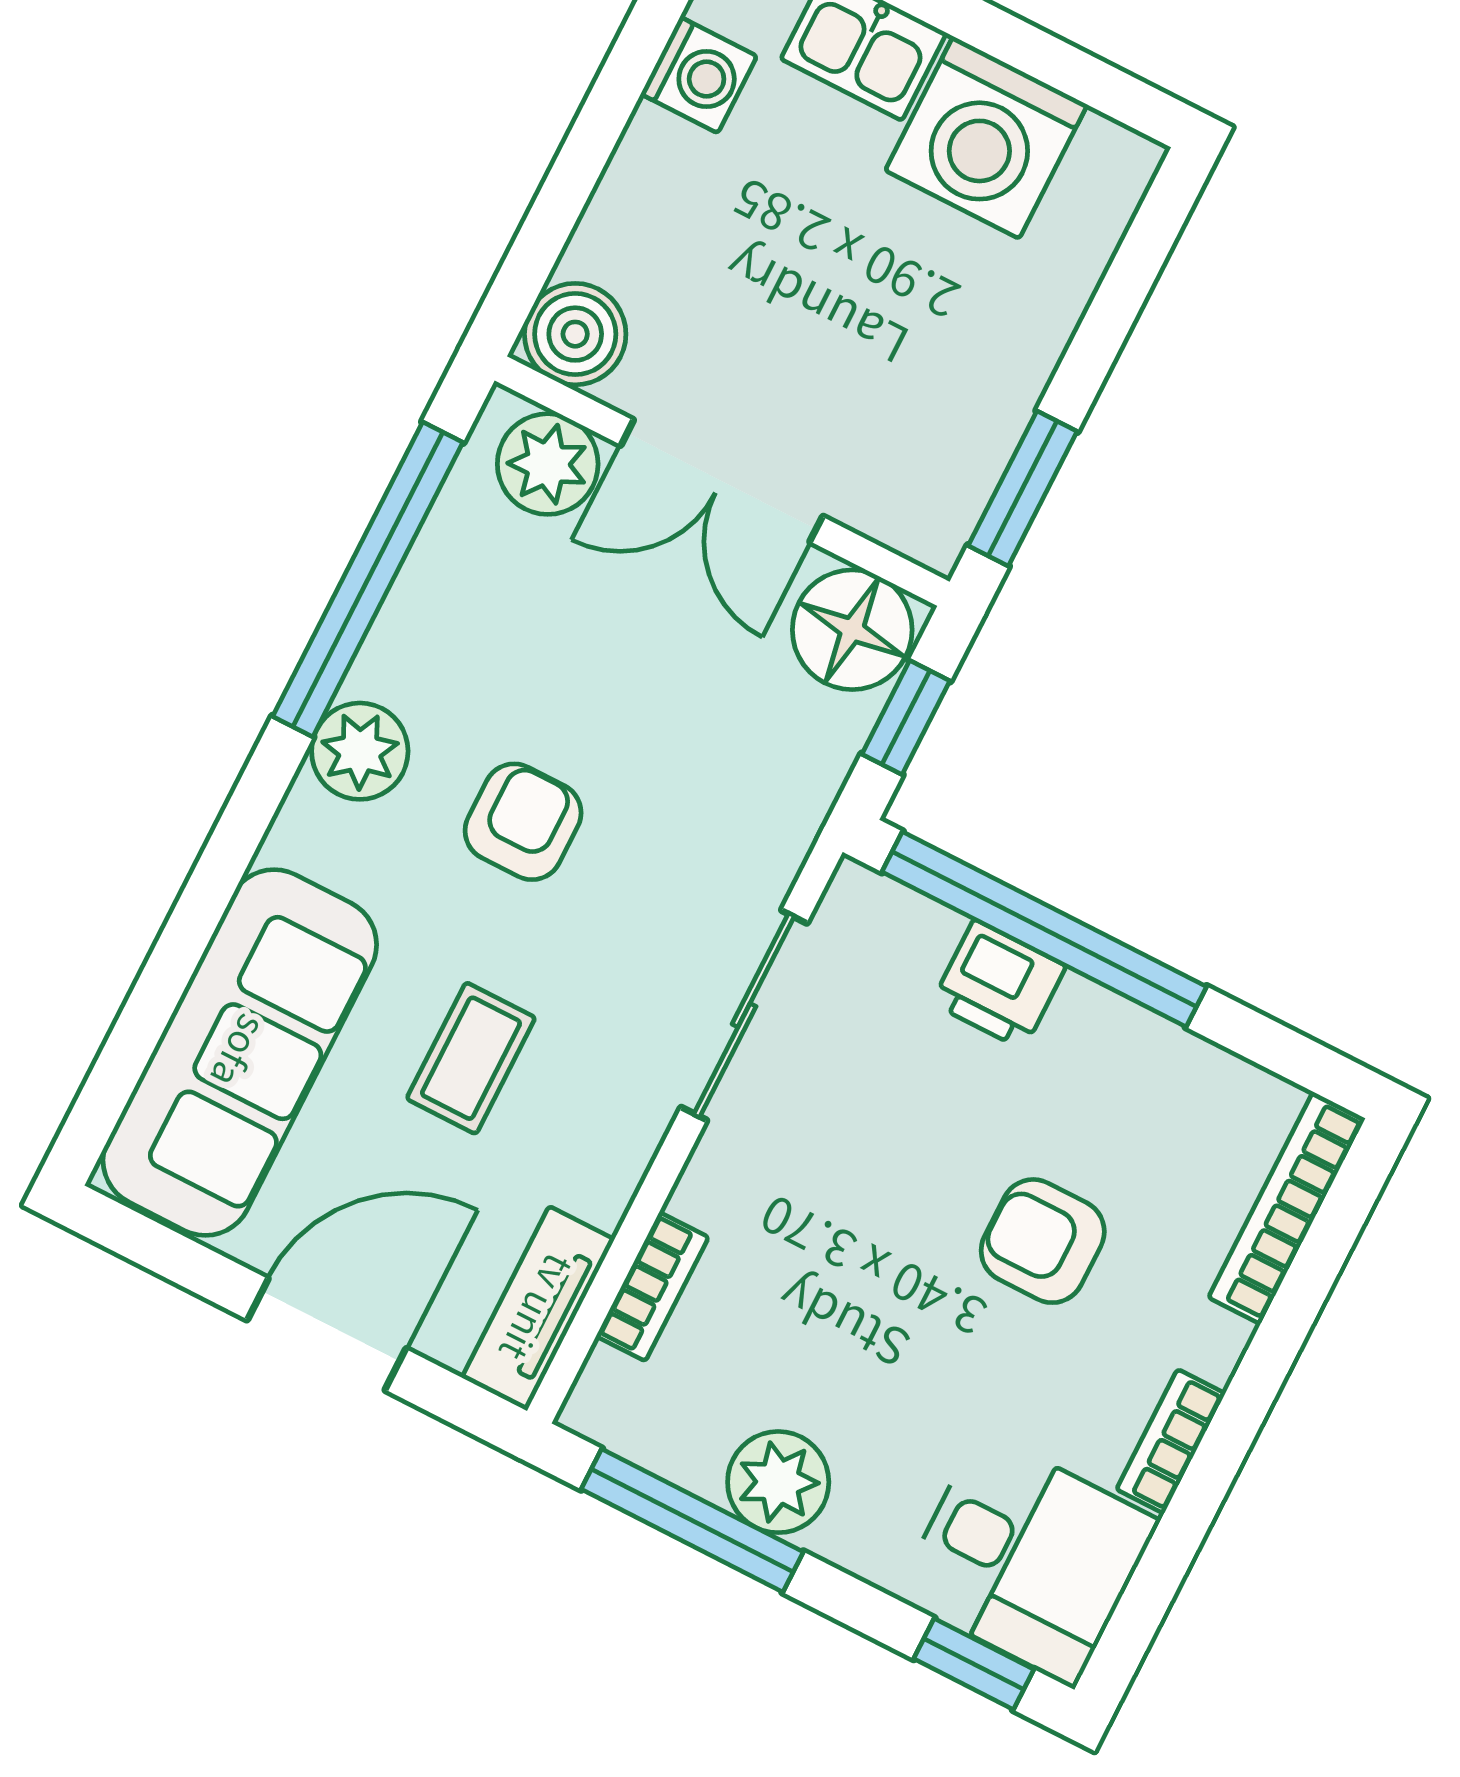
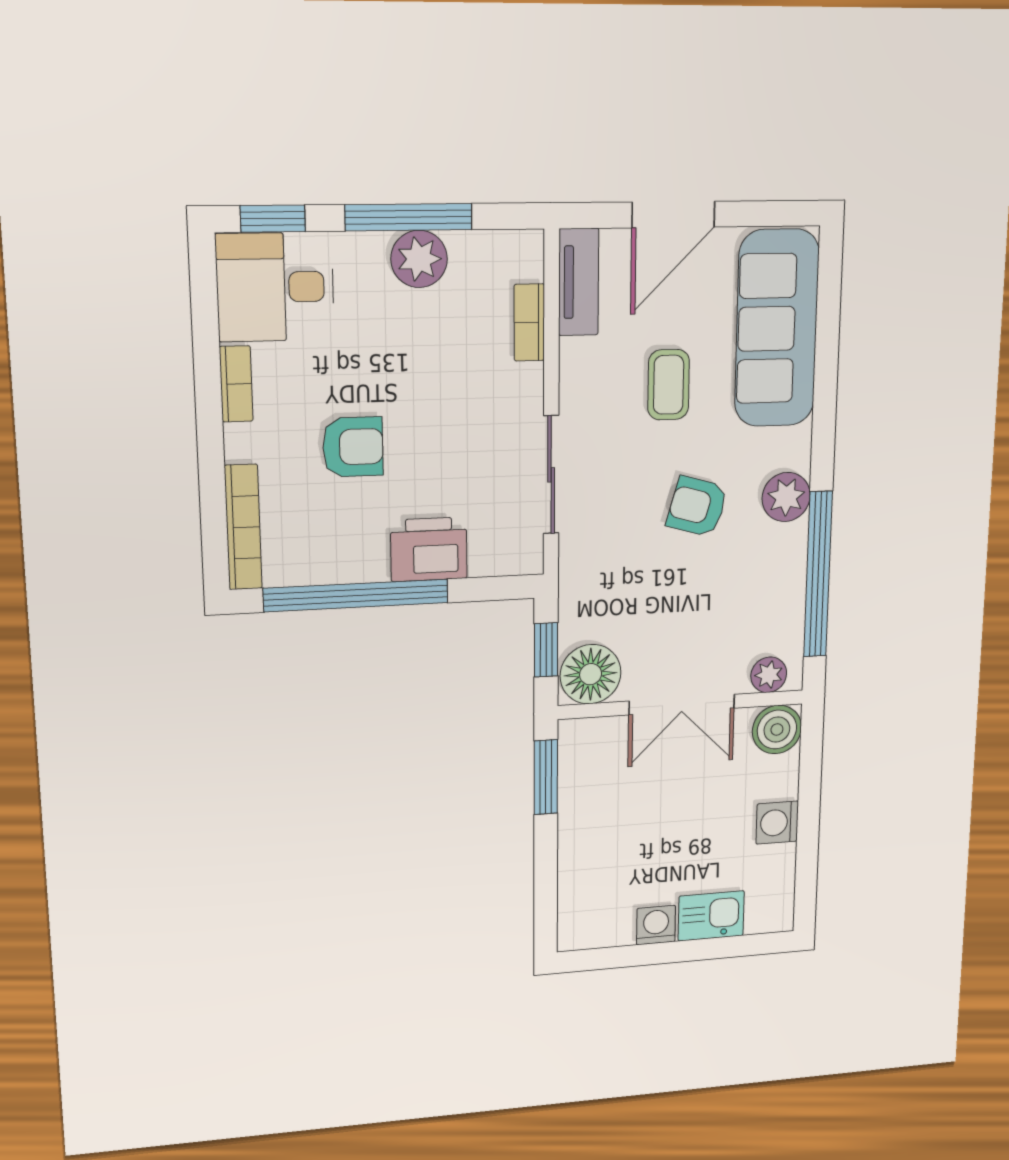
washing machine: (699, 75) -> (777, 823), moved
washing machine: (986, 138) -> (656, 925), width x0.53, depth x0.53
plant: (548, 464) -> (769, 675), width x0.73, depth x0.73
double door: (722, 481) -> (682, 705), swing flipped
armchair: (523, 822) -> (697, 507), turned 106
window: (1044, 929) -> (356, 595), moved
printer: (999, 985) -> (429, 549), width x1.36, depth x1.24
window: (692, 1521) -> (409, 217), moved

